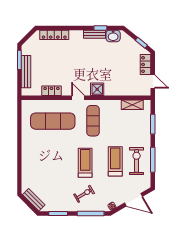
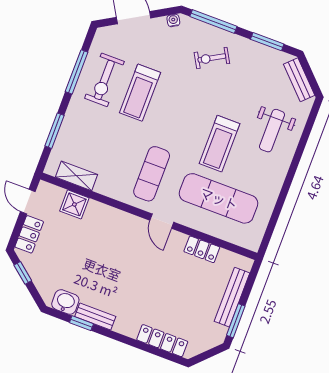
shower: (97, 89) -> (74, 204), moved
treadmill: (85, 163) -> (219, 144), moved
weight bench: (38, 167) -> (272, 131), added

